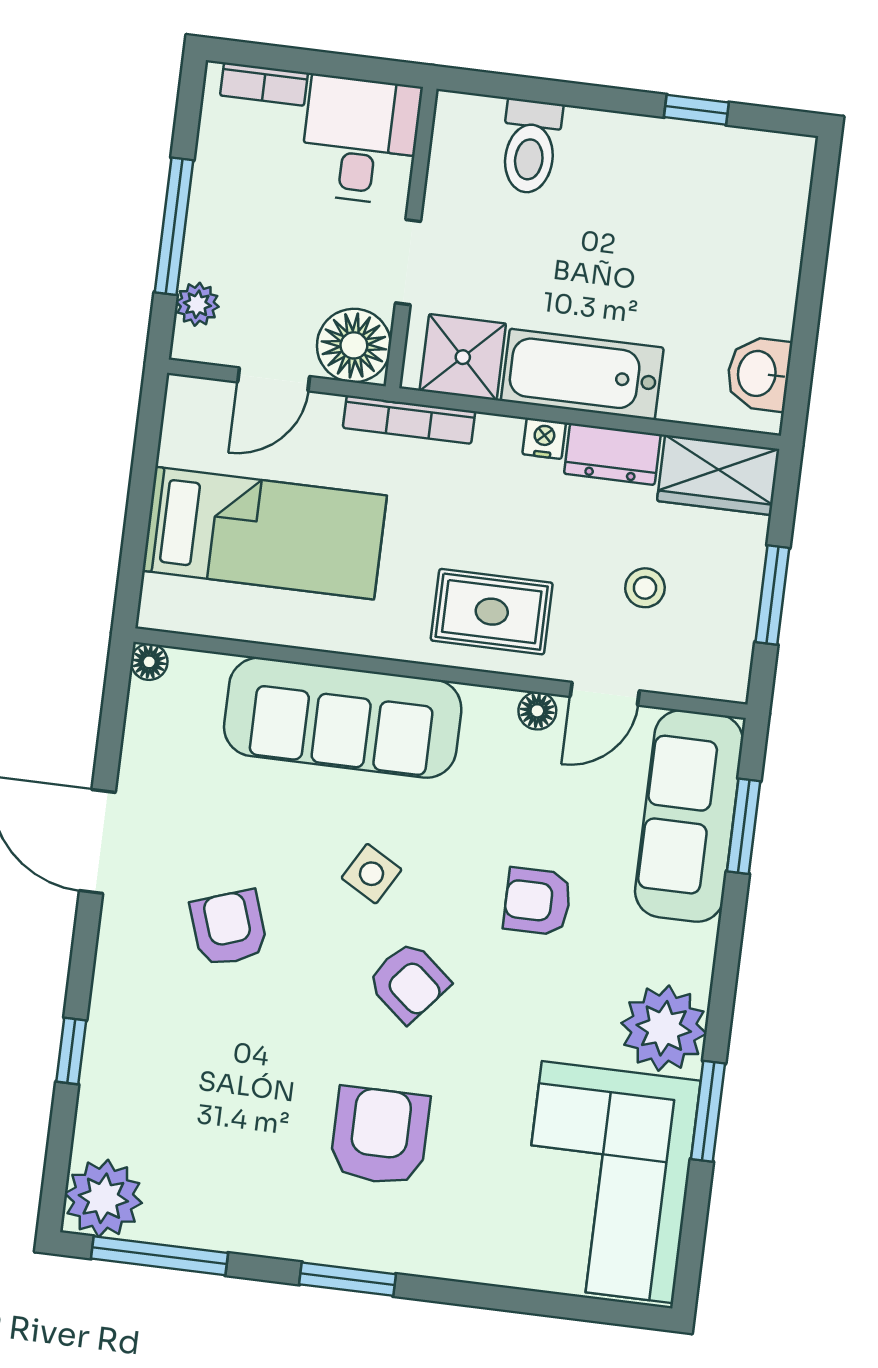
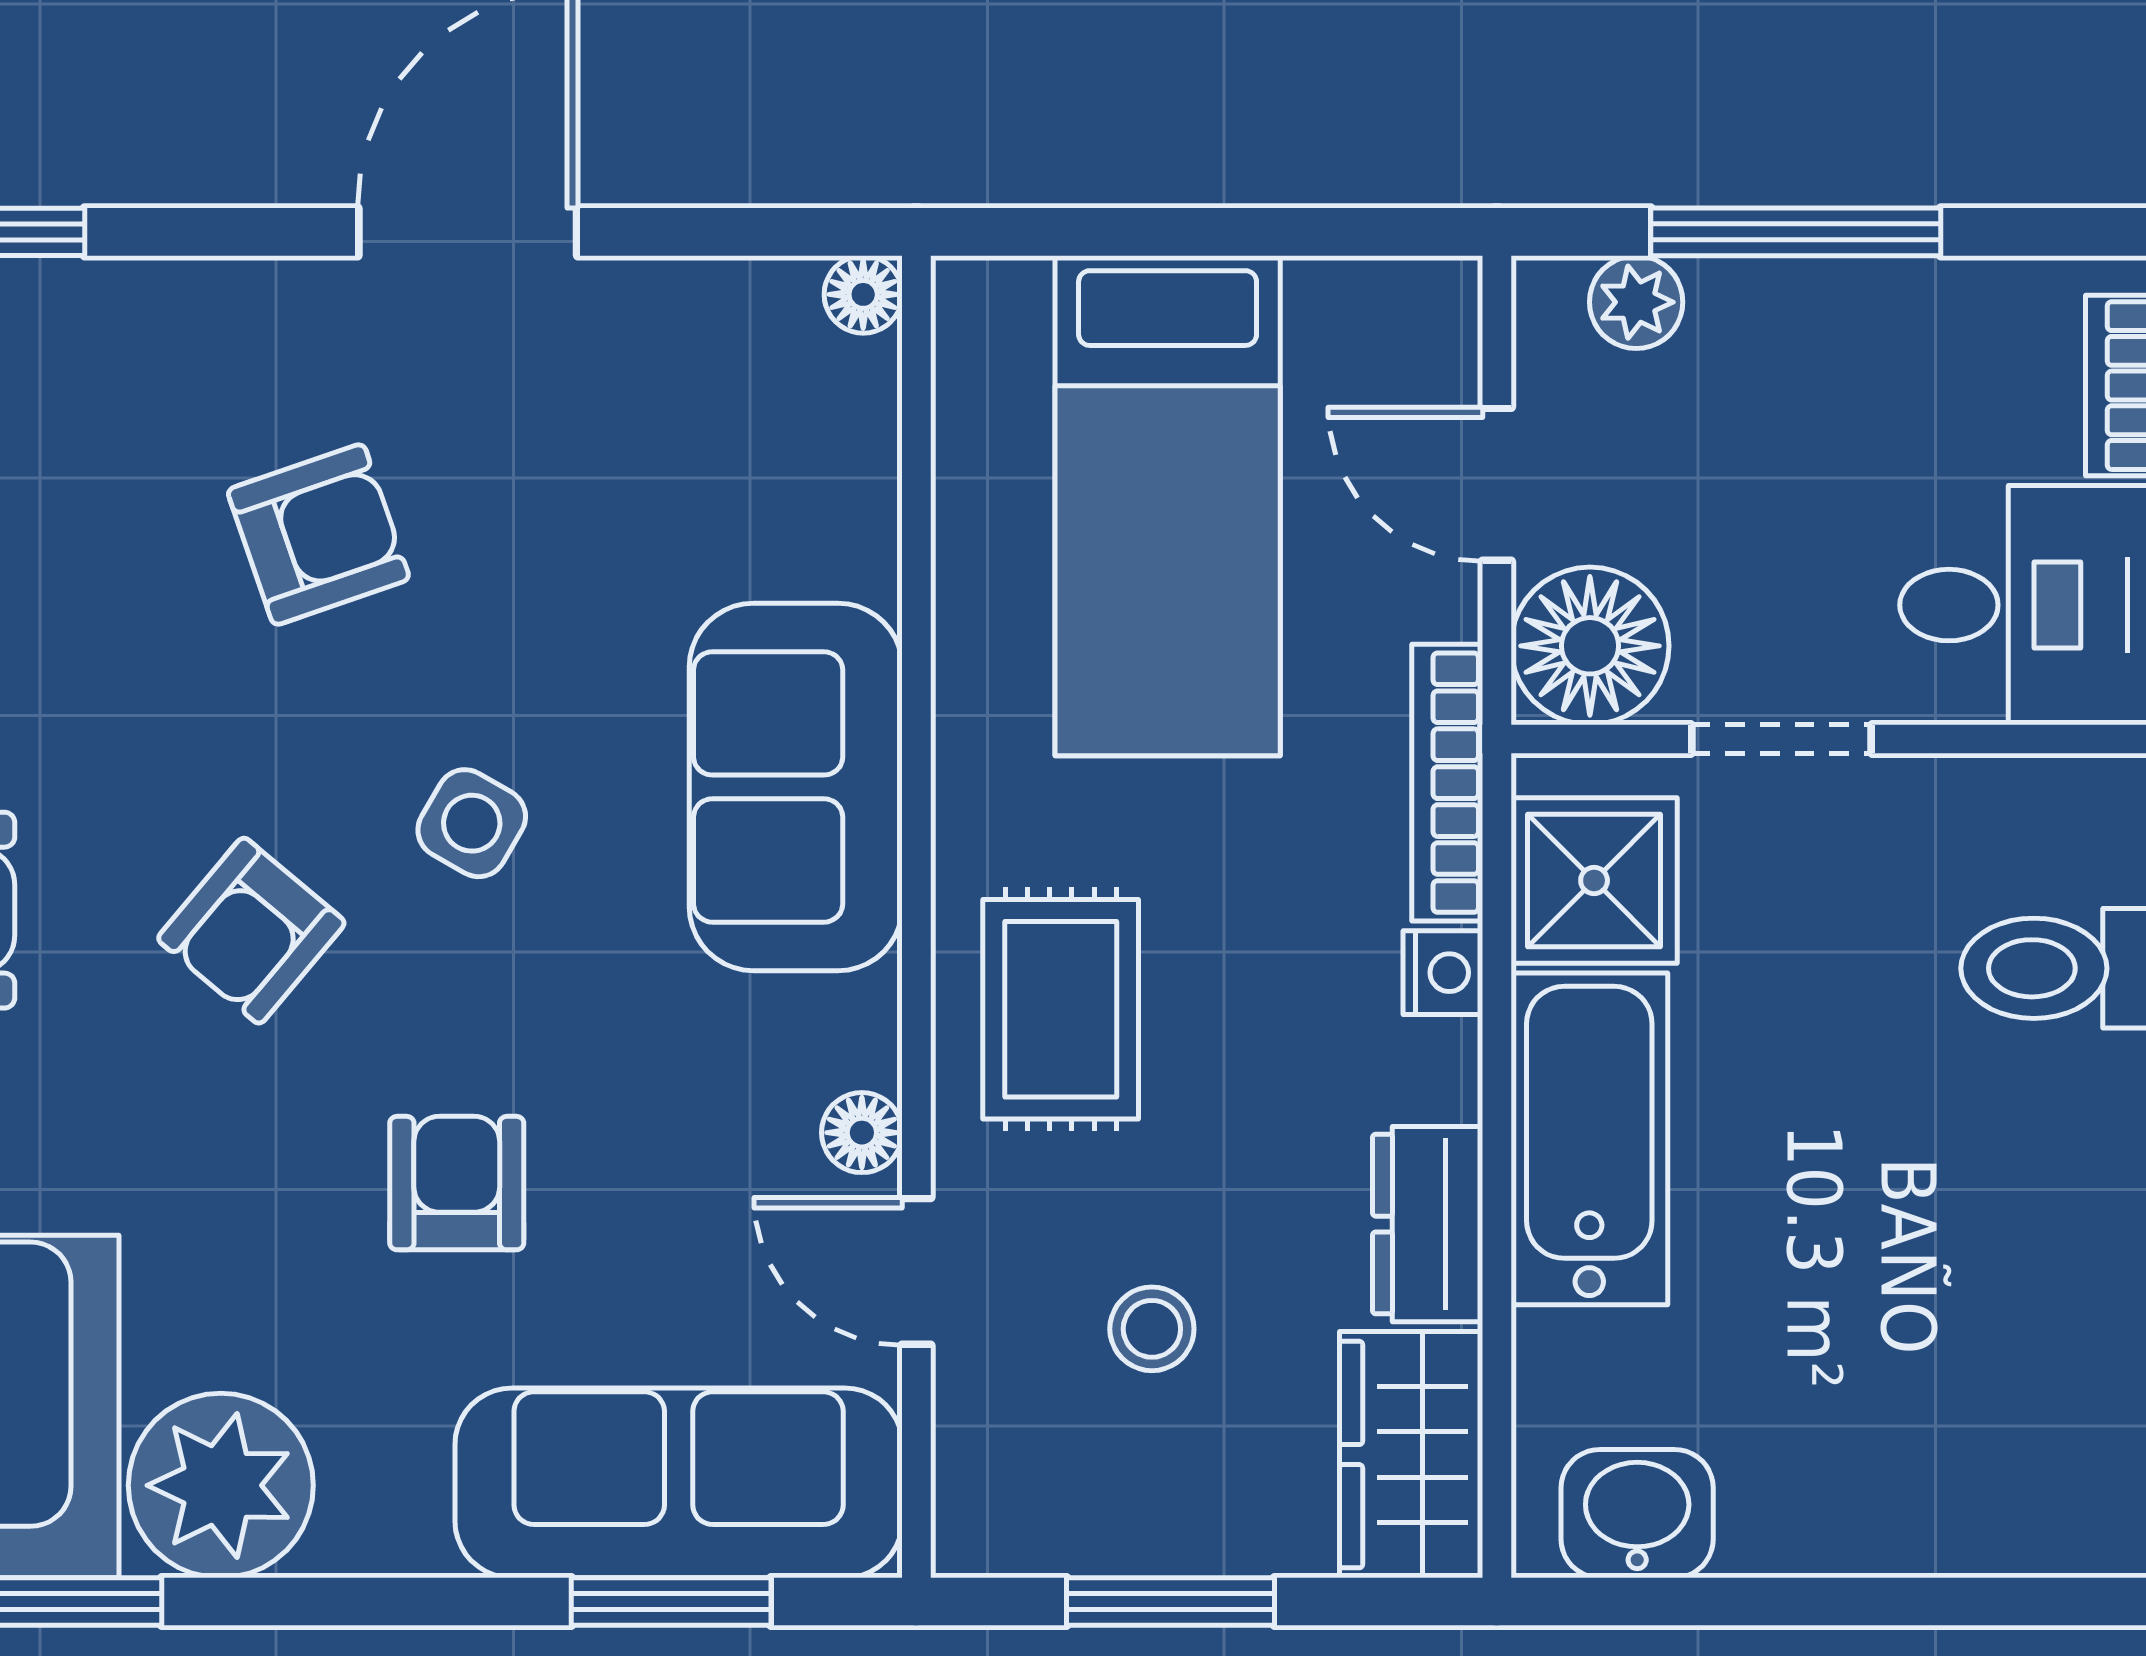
nightstand: (544, 438) -> (1443, 973), moved
sofa: (343, 718) -> (796, 787), width x0.73

